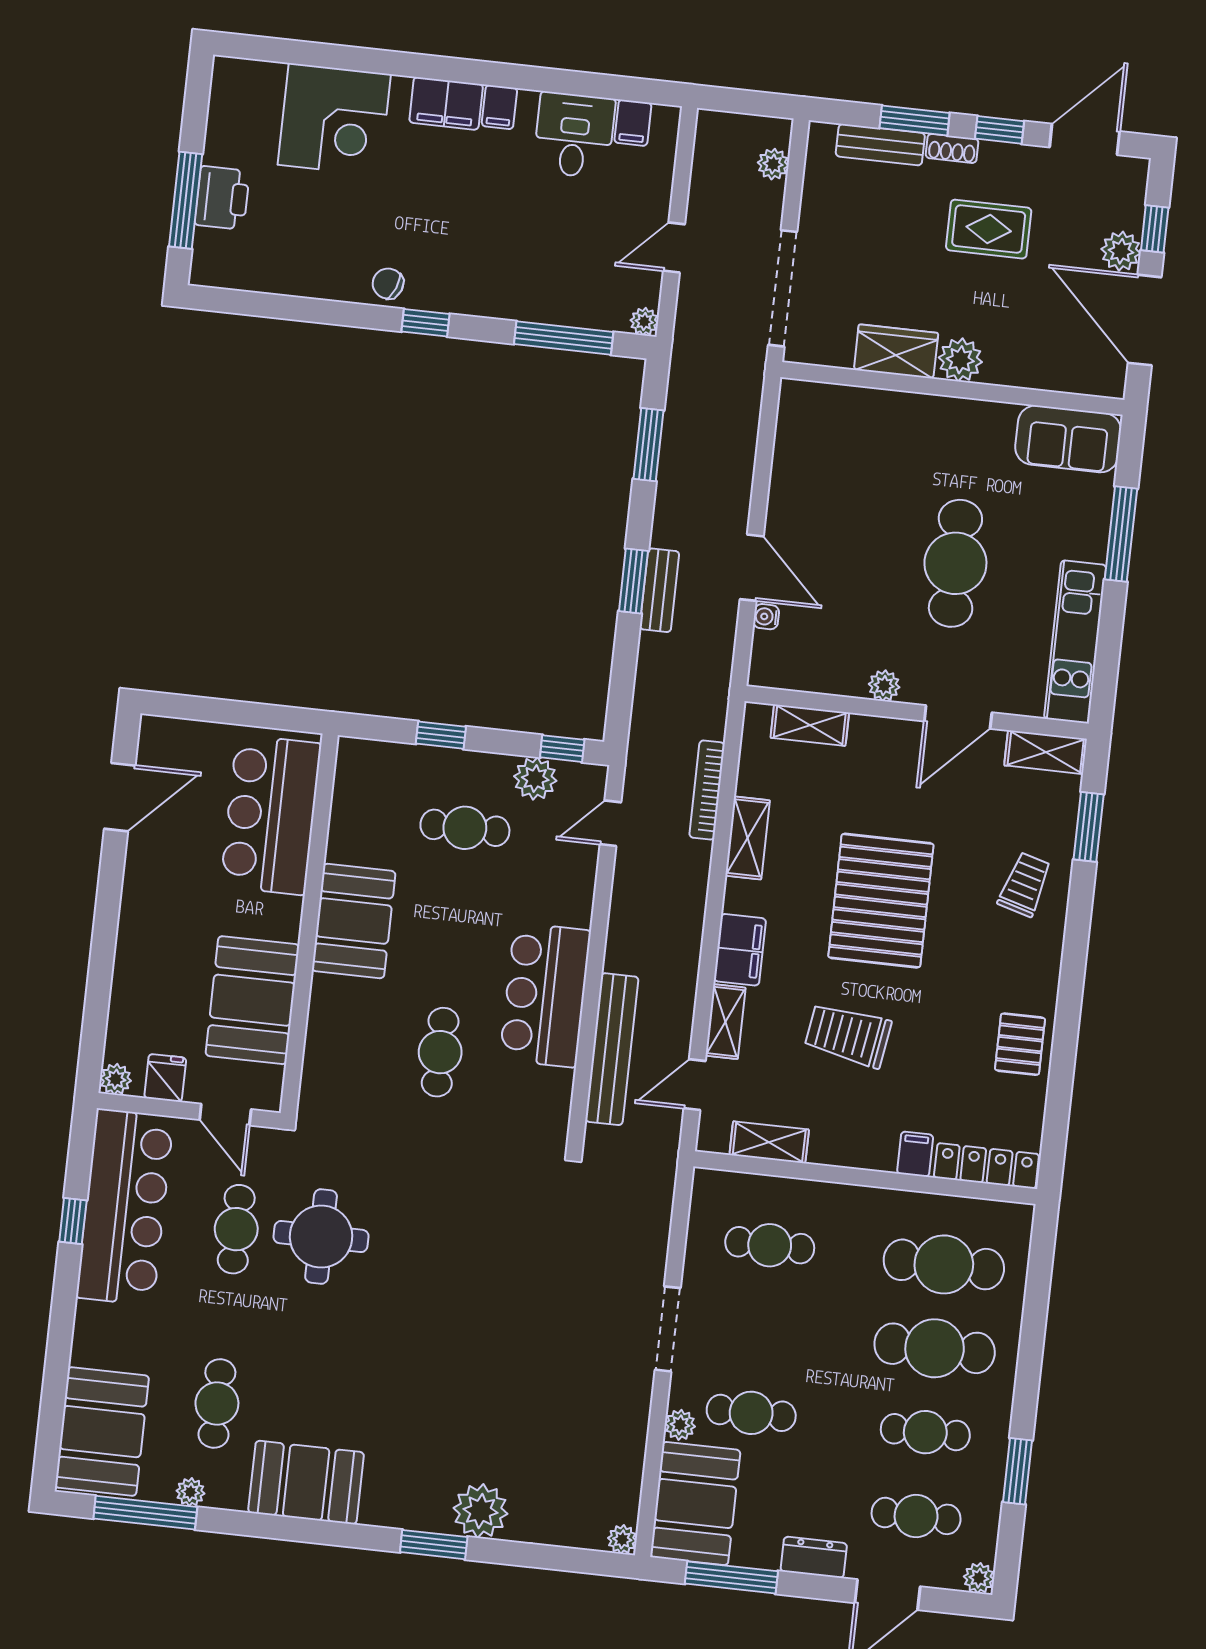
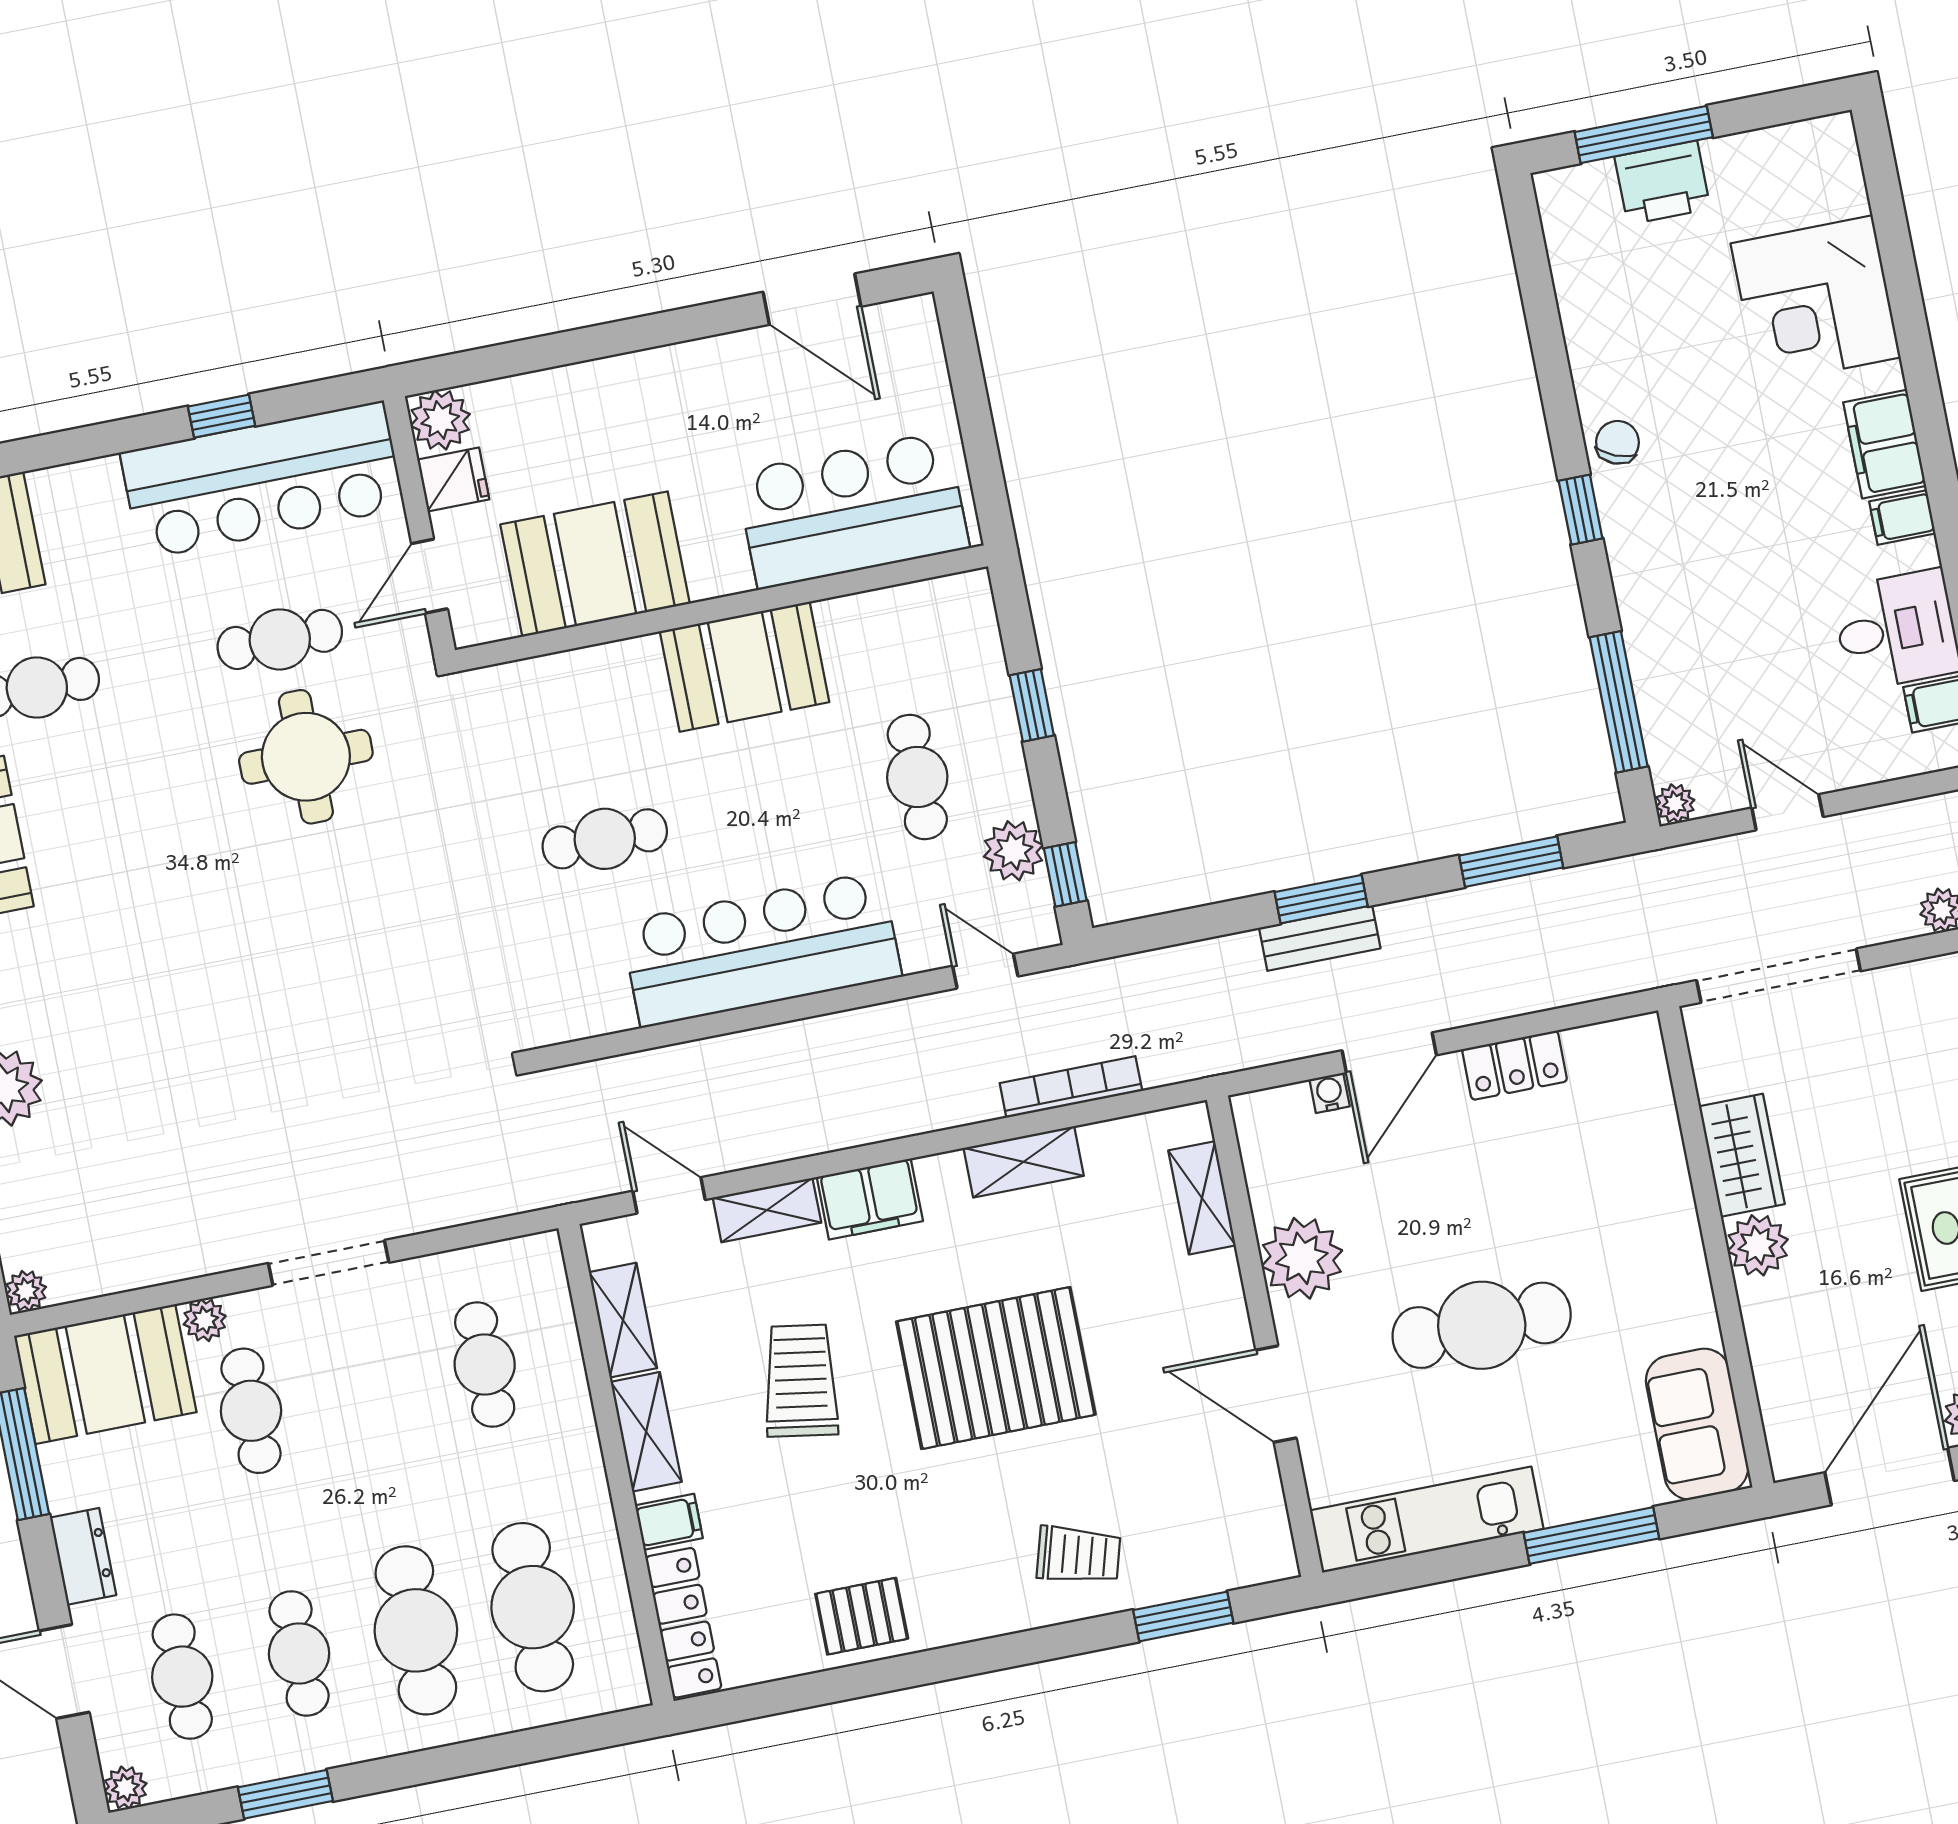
locker: (787, 486) -> (1515, 1065), added
plant: (884, 686) -> (1302, 1258), width x1.87, depth x1.87
shelving: (1046, 752) -> (646, 1432), moved
bar counter: (545, 995) -> (761, 949), width x1.36
bench: (612, 1049) -> (682, 1069), removed
plant: (116, 1079) -> (440, 420), width x1.38, depth x1.38

